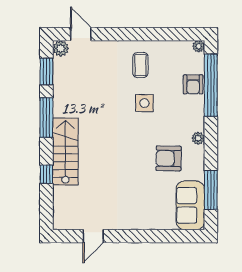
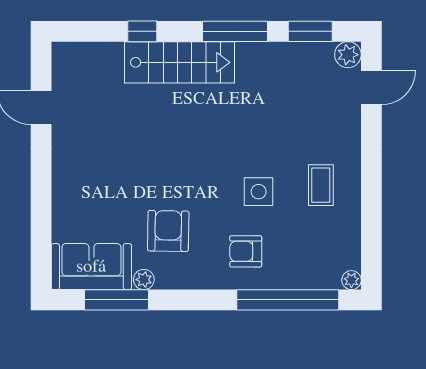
coffee table: (140, 65) -> (321, 185), turned 90
armchair: (193, 84) -> (246, 251), moved
plant: (198, 138) -> (144, 280), moved

